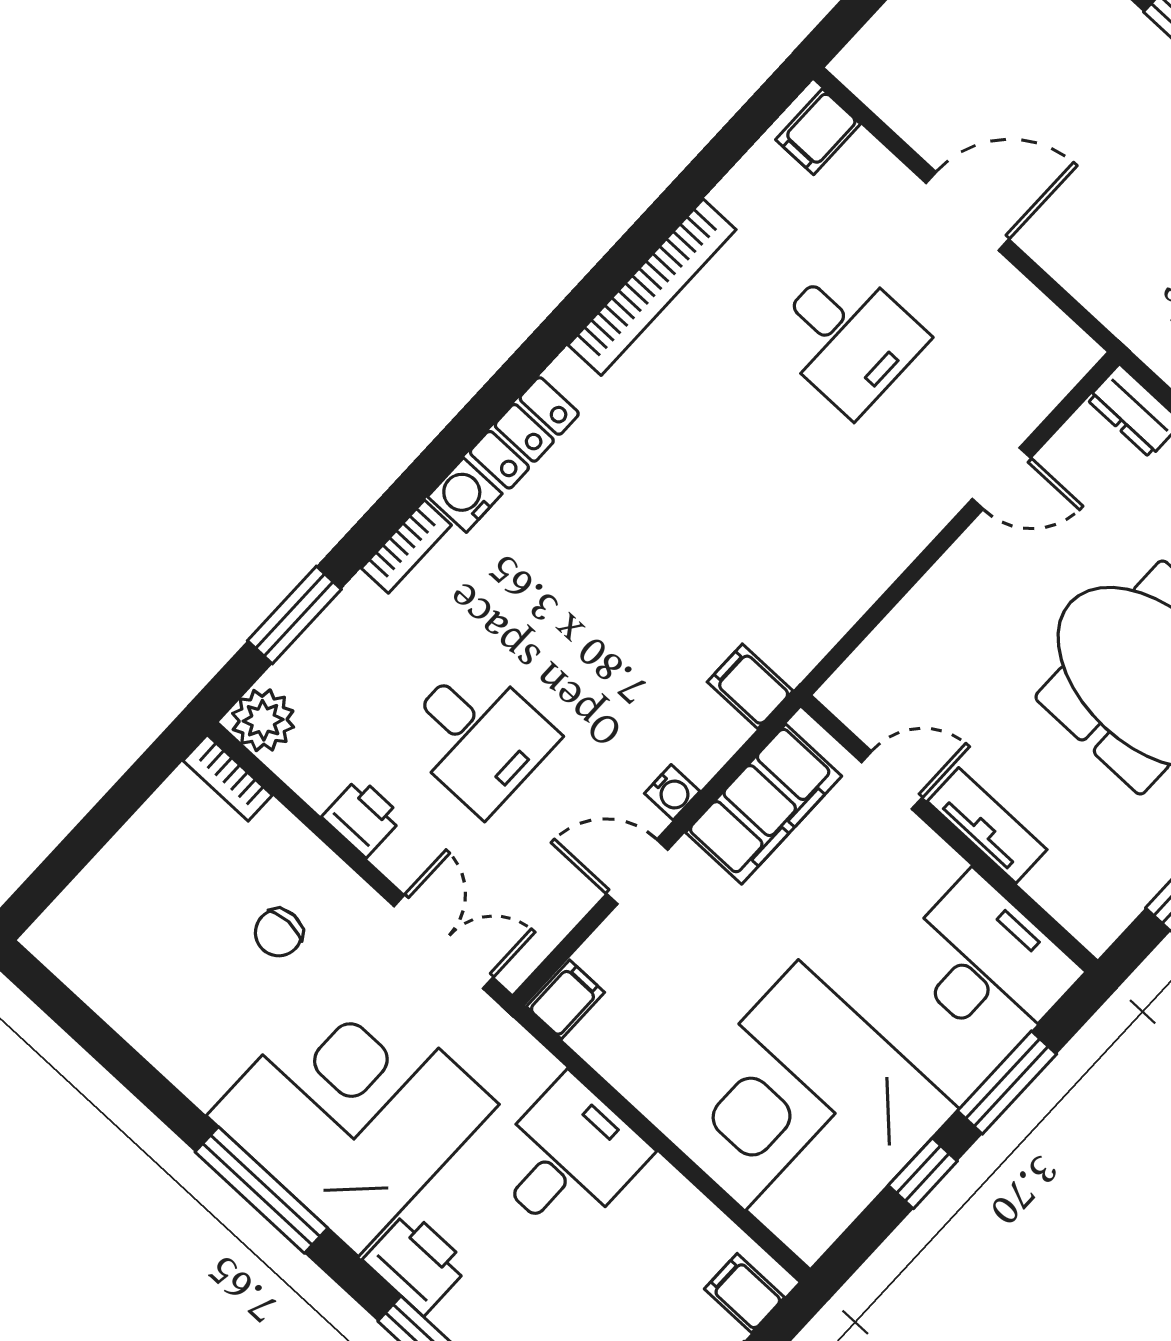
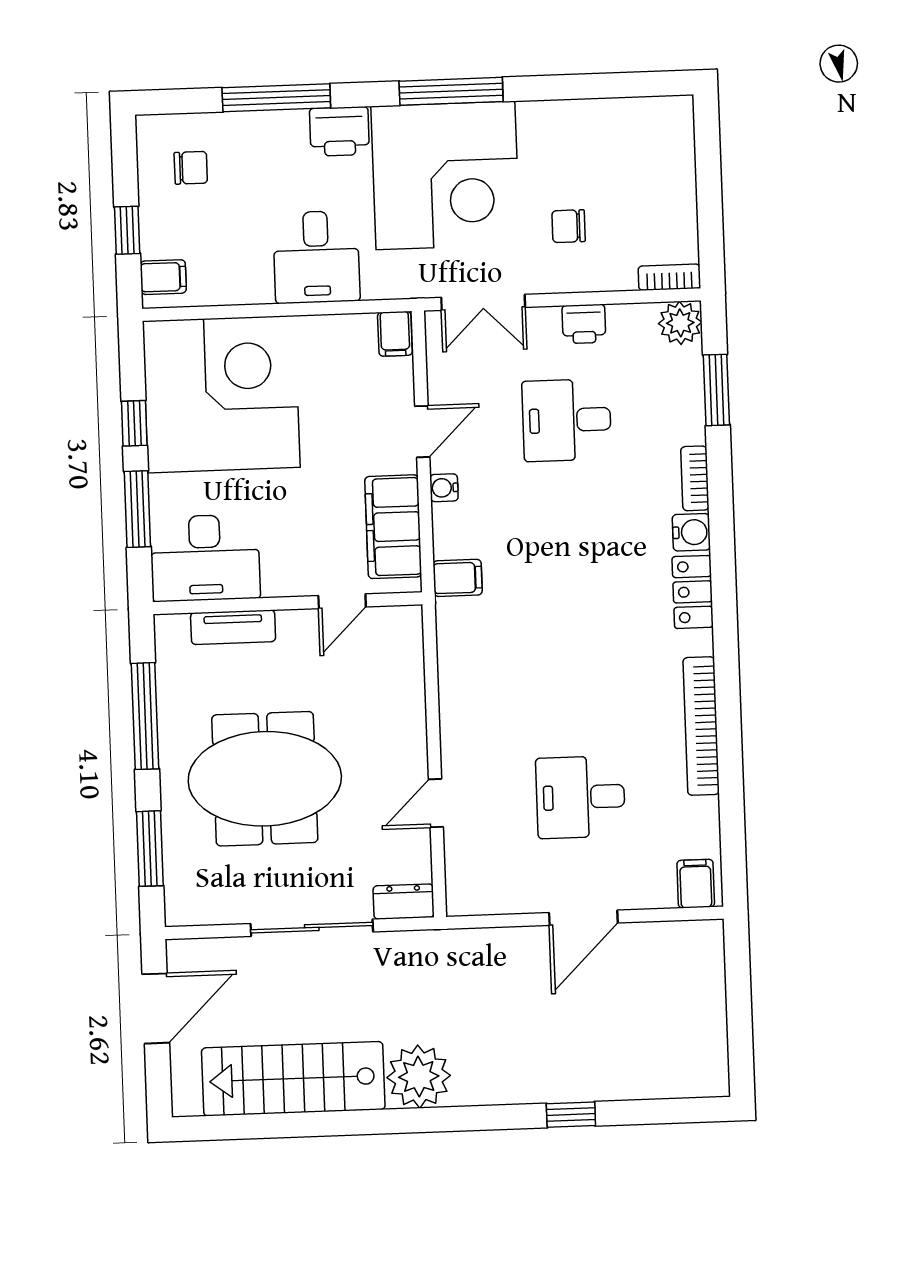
tv unit: (987, 825) -> (233, 627), moved
chair: (279, 933) -> (569, 226), turned -90

